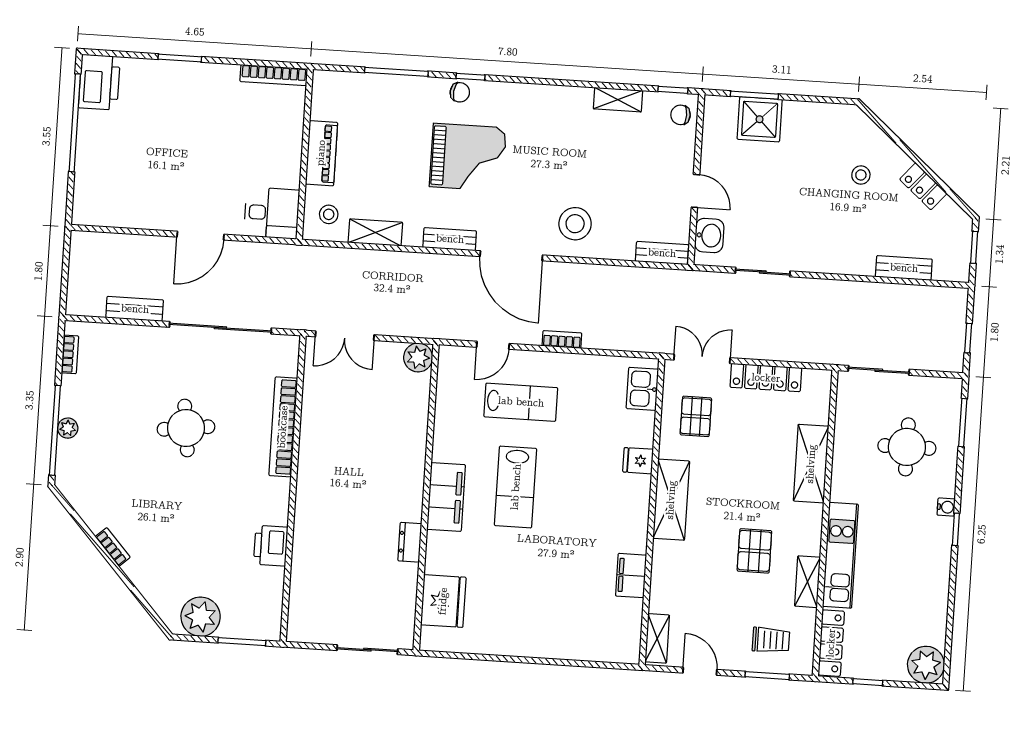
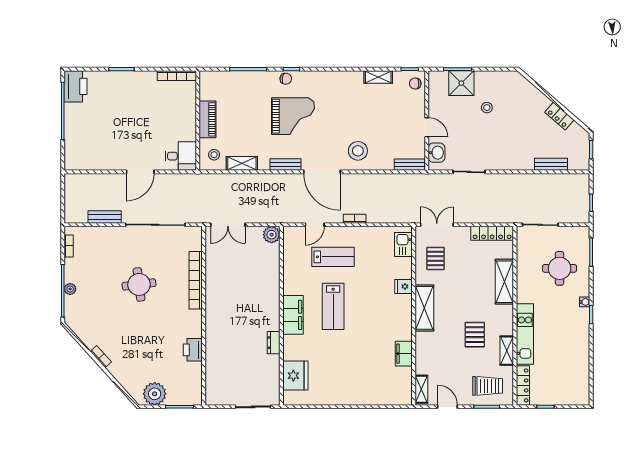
stool: (861, 175) -> (487, 108), moved
locker: (766, 378) -> (492, 233), moved
trolley: (771, 640) -> (488, 386), width x1.36, depth x1.39
plant: (926, 665) -> (579, 394), removed

